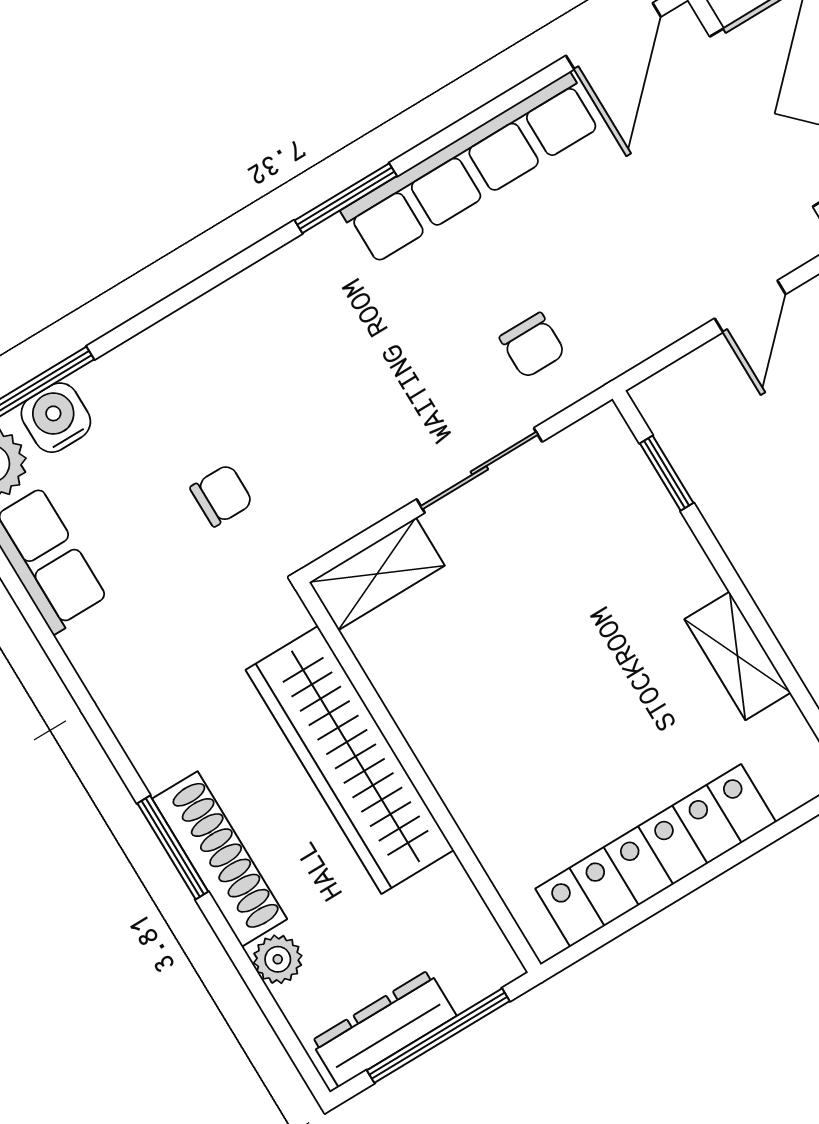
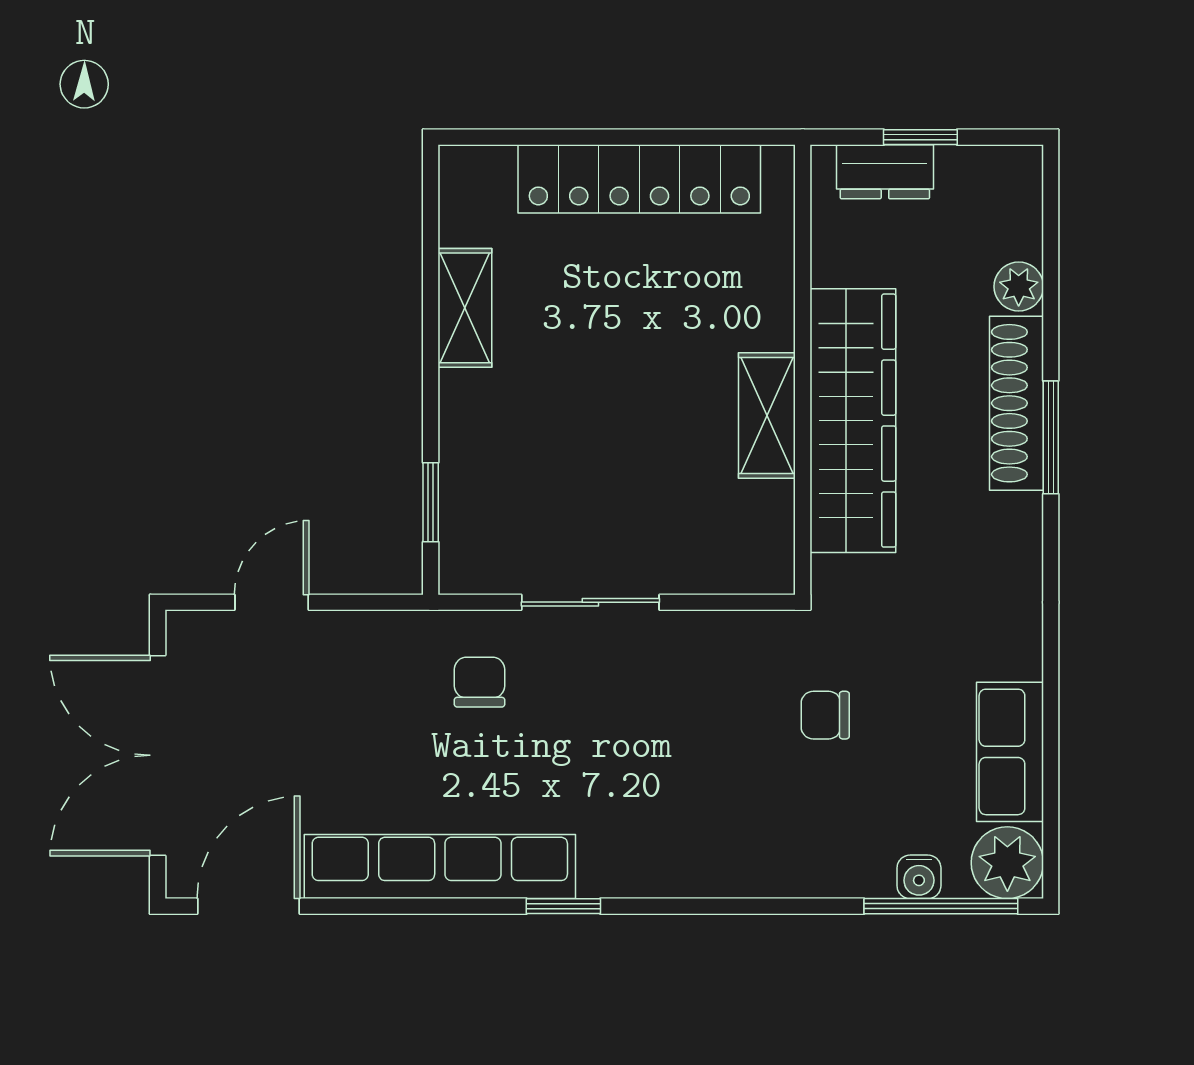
window: (346, 198) -> (563, 906), width x0.67
water cooler: (56, 418) -> (919, 877), width x0.72, depth x0.72
shelving: (377, 574) -> (767, 415), moved, turned 90
dresser: (384, 1028) -> (885, 172), moved, width x0.70
window: (438, 1036) -> (920, 137), width x0.46

